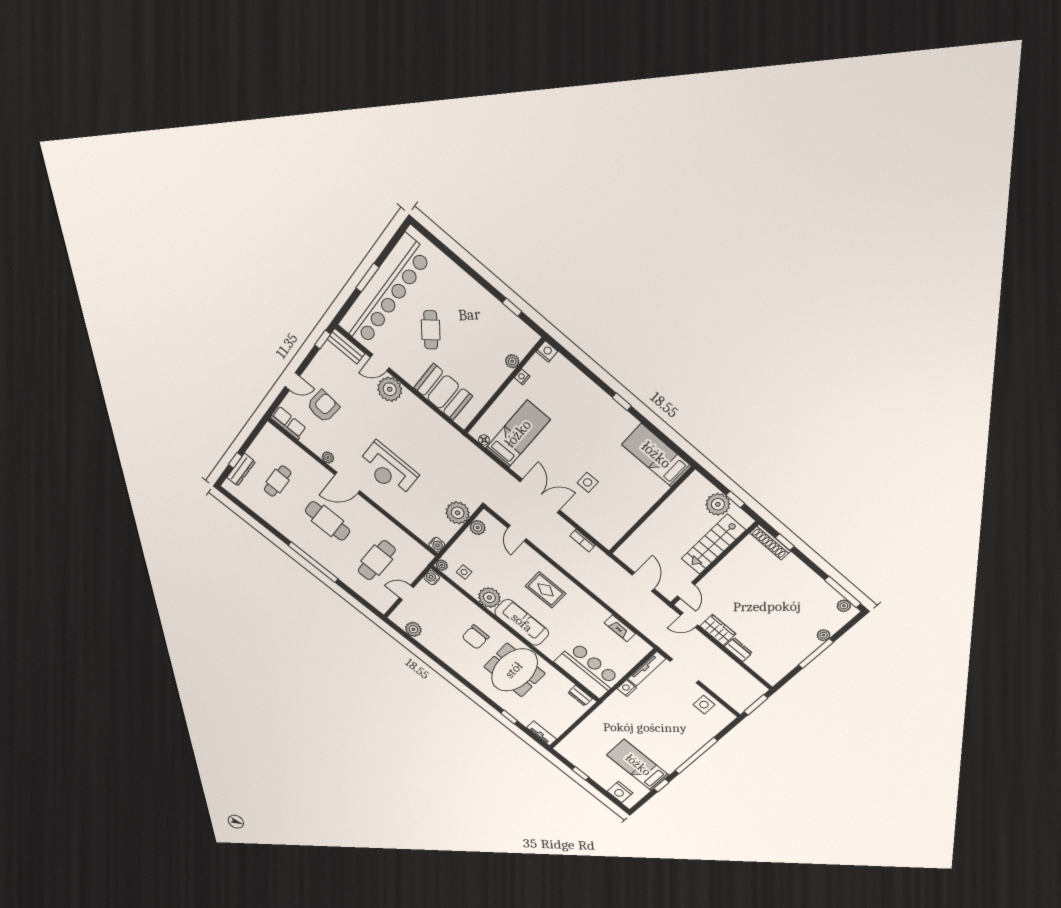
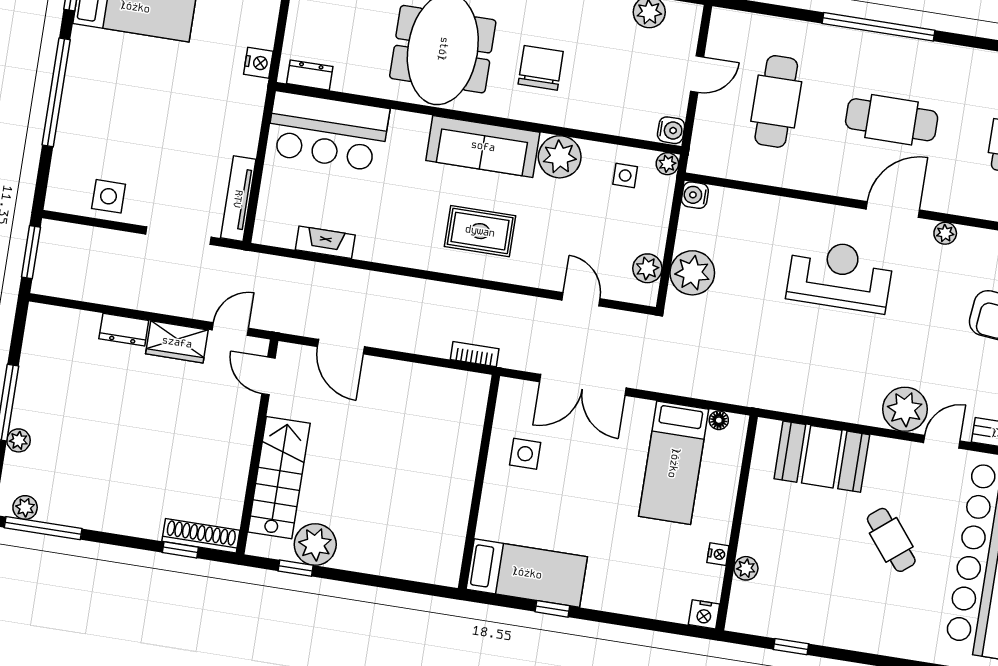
bed: (656, 455) -> (527, 573), moved
wall: (651, 511) -> (479, 482), moved
nightstand: (627, 688) -> (258, 63), moved

